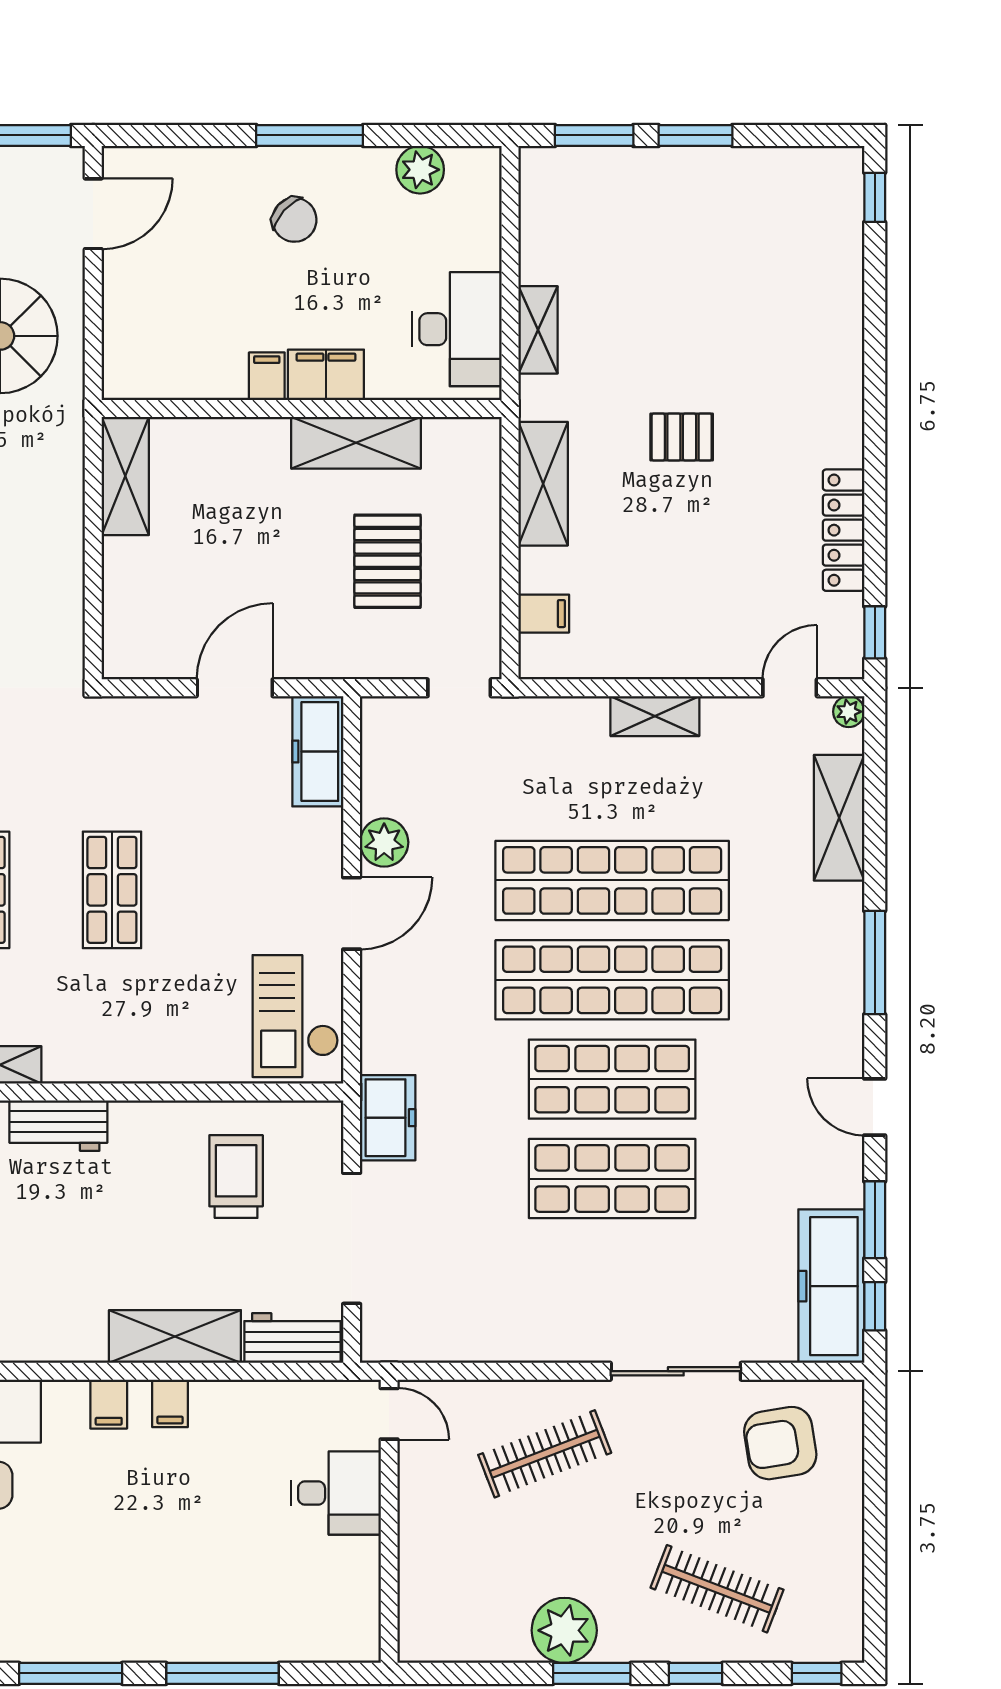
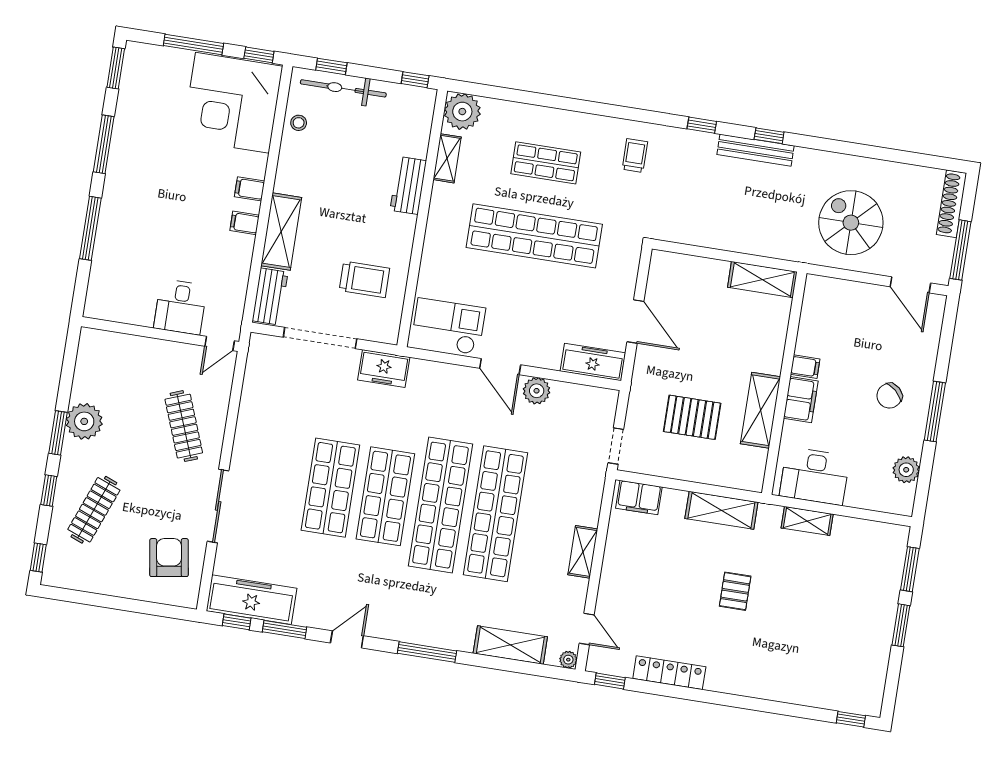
filing cabinet: (544, 614) -> (639, 498), width x2.00
shop shelf: (112, 890) -> (534, 236), width x2.00, depth x1.36

